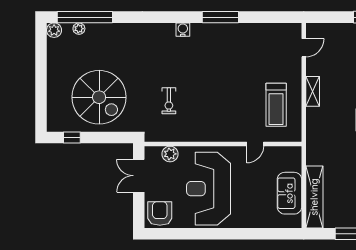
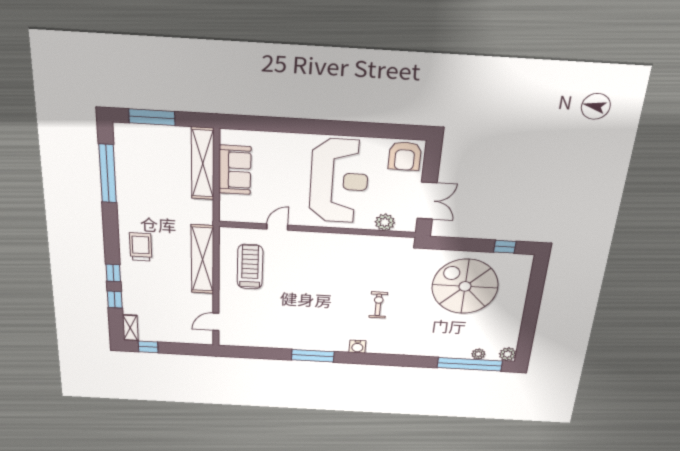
shelving: (313, 91) -> (202, 259), width x2.20, depth x1.33
exercise bike: (169, 101) -> (378, 305), moved

